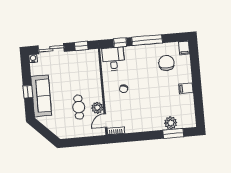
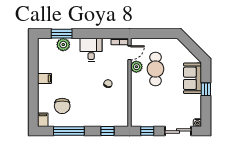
window: (147, 40) -> (69, 131), moved
desk: (113, 59) -> (91, 50), moved, turned 180
sofa: (41, 96) -> (193, 78), width x0.73
cafe table: (79, 107) -> (155, 69), width x1.37, depth x1.35

